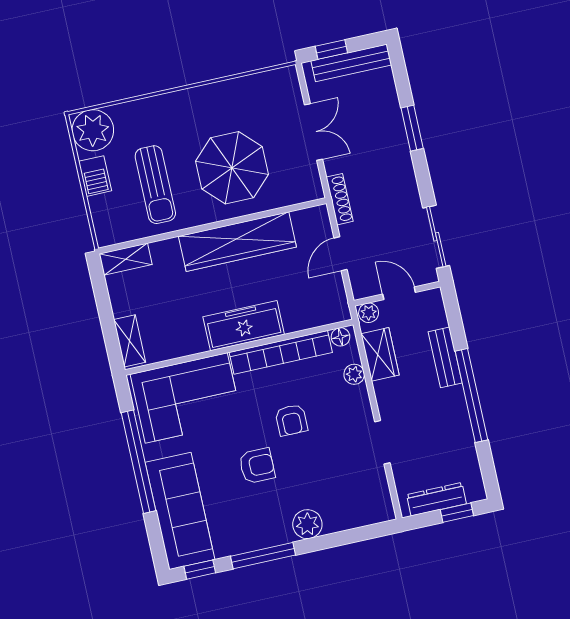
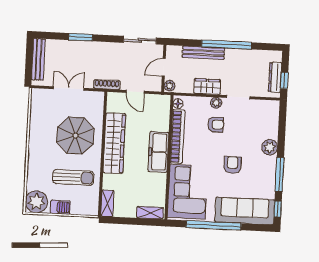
window: (331, 50) -> (29, 68), removed
wardrobe: (380, 354) -> (207, 87), moved
bench: (445, 357) -> (203, 53), width x1.36
plant: (354, 374) -> (216, 103), moved
armchair: (291, 420) -> (216, 124), moved
window: (457, 513) -> (284, 80), moved

